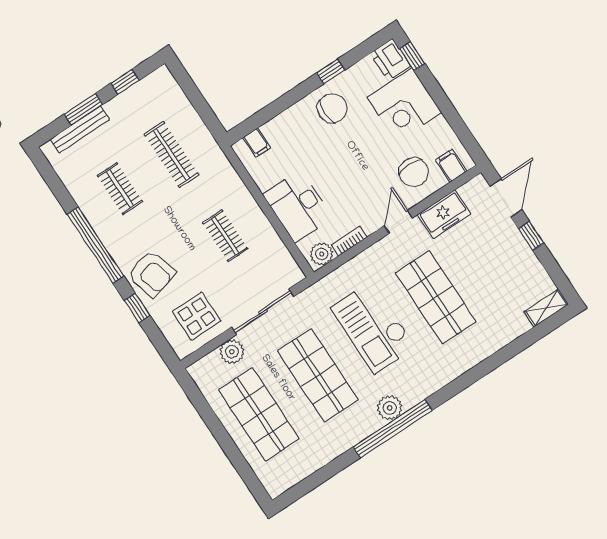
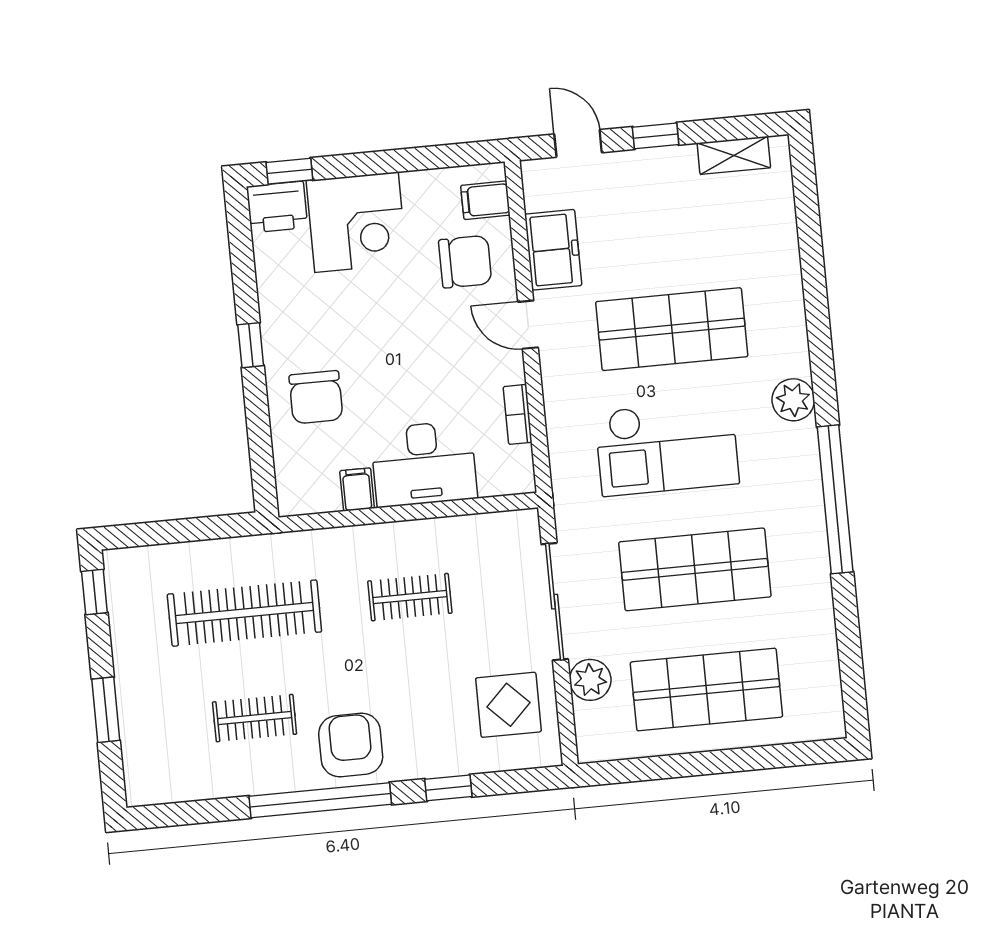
window: (331, 71) -> (251, 345), moved
window: (125, 82) -> (94, 592), moved
chair: (332, 108) -> (316, 397), moved, turned 180
bench: (80, 130) -> (133, 731), removed
filing cabinet: (257, 143) -> (357, 489), moved, turned -90
clothes rail: (171, 154) -> (244, 613), width x1.37, depth x1.31
door: (506, 198) -> (578, 143), width x0.73
plant: (322, 254) -> (515, 466), removed
armchair: (152, 274) -> (351, 745), moved, turned -75
shelving: (546, 308) -> (734, 155), moved, turned 90
plant: (390, 408) -> (793, 400), moved

